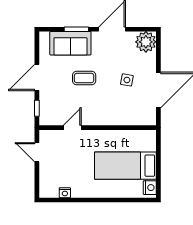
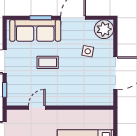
sofa: (70, 43) -> (35, 31), width x1.36
side table: (127, 80) -> (88, 51), moved

